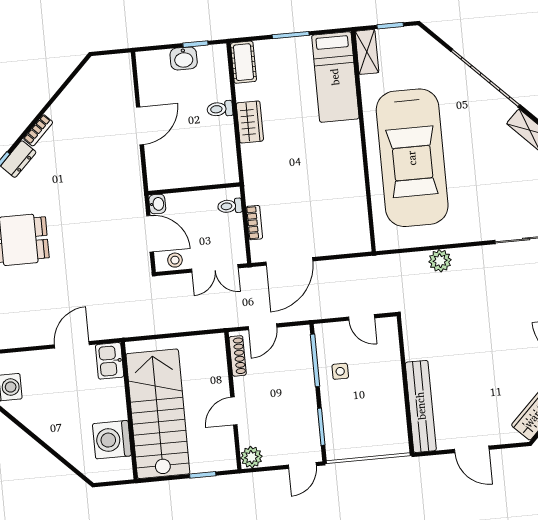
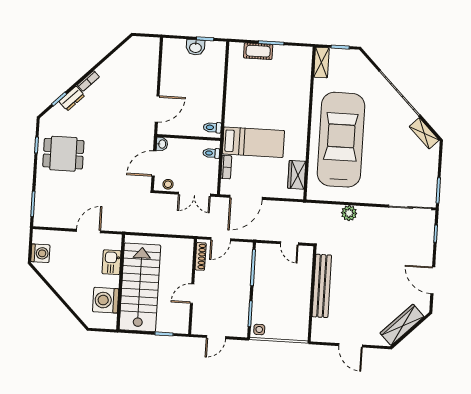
cot: (243, 62) -> (258, 51), moved, turned 90
bed: (335, 77) -> (253, 142), moved, turned -90
toilet: (220, 109) -> (212, 127), moved
wardrobe: (250, 122) -> (297, 175), moved, turned 180
door: (140, 126) -> (157, 109), moved
car: (412, 158) -> (341, 140), turned 180
door: (150, 234) -> (154, 164), swing flipped
kitchen sink: (110, 361) -> (112, 262), moved
side table: (340, 371) -> (259, 329), moved
bench: (421, 406) -> (322, 286), moved
plant: (251, 457) -> (199, 327), removed
door: (302, 465) -> (216, 337), moved

